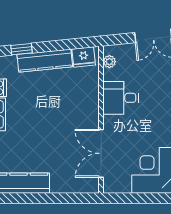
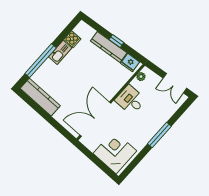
window: (21, 49) -> (116, 41), moved
double door: (101, 153) -> (95, 119), width x1.36

